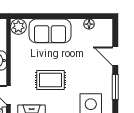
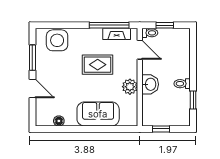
plant: (18, 27) -> (130, 87), moved

